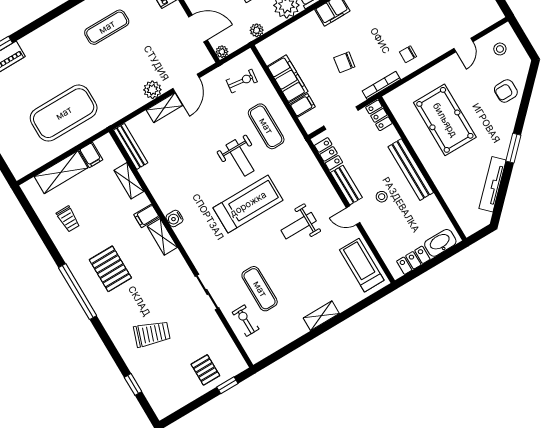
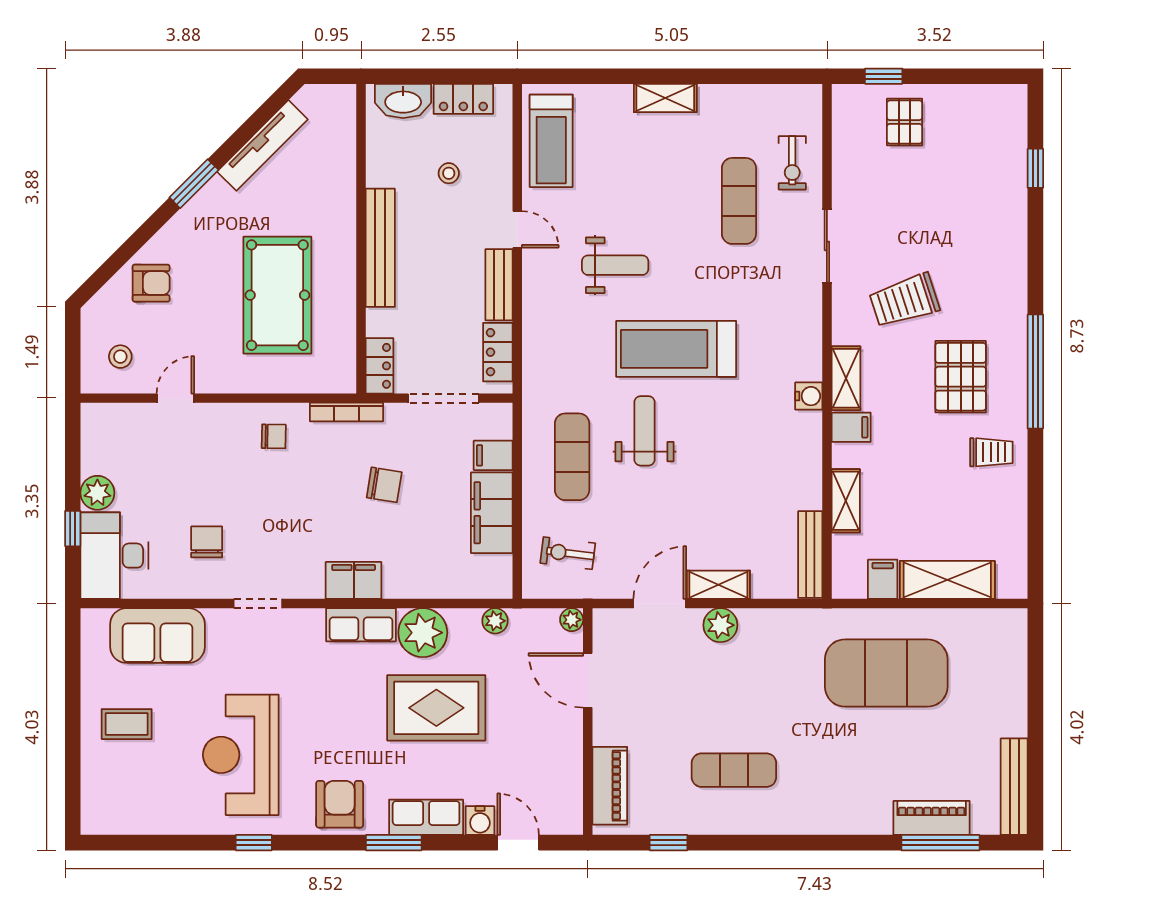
stool: (382, 197) -> (449, 173), moved
trolley: (68, 219) -> (991, 452), moved, turned 90
trolley: (152, 334) -> (904, 300), moved, turned -37

